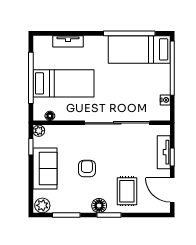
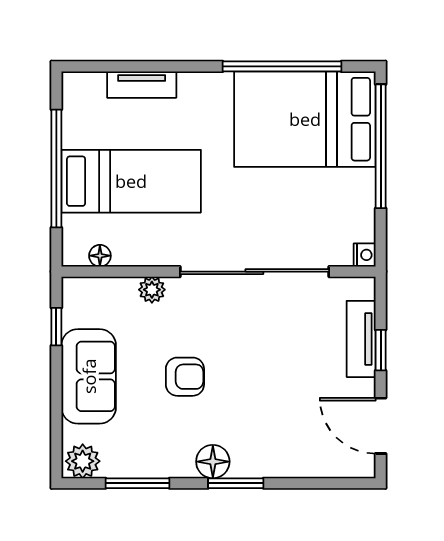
bed: (139, 49) -> (305, 119), width x1.50
nightstand: (165, 100) -> (365, 255), moved
plant: (39, 131) -> (152, 290), moved
armchair: (87, 169) -> (185, 377), turned 90
rug: (127, 191) -> (277, 429), removed

